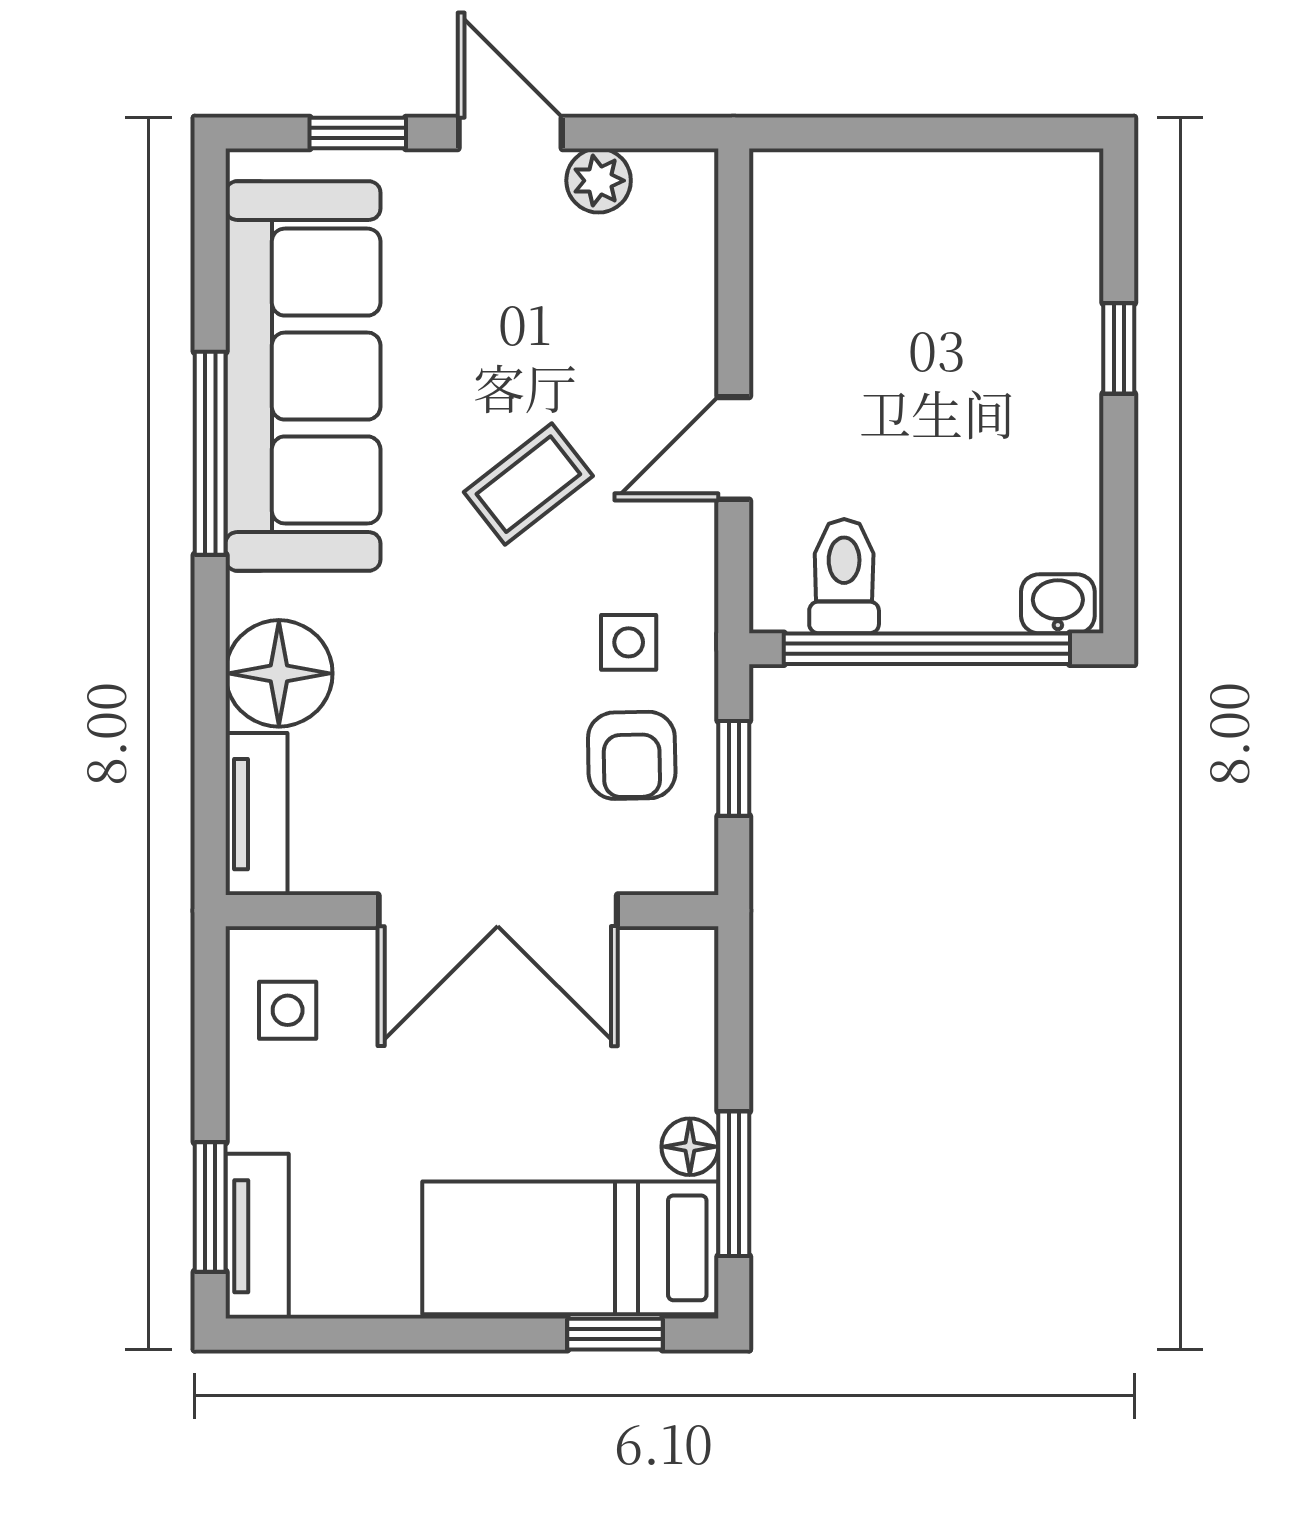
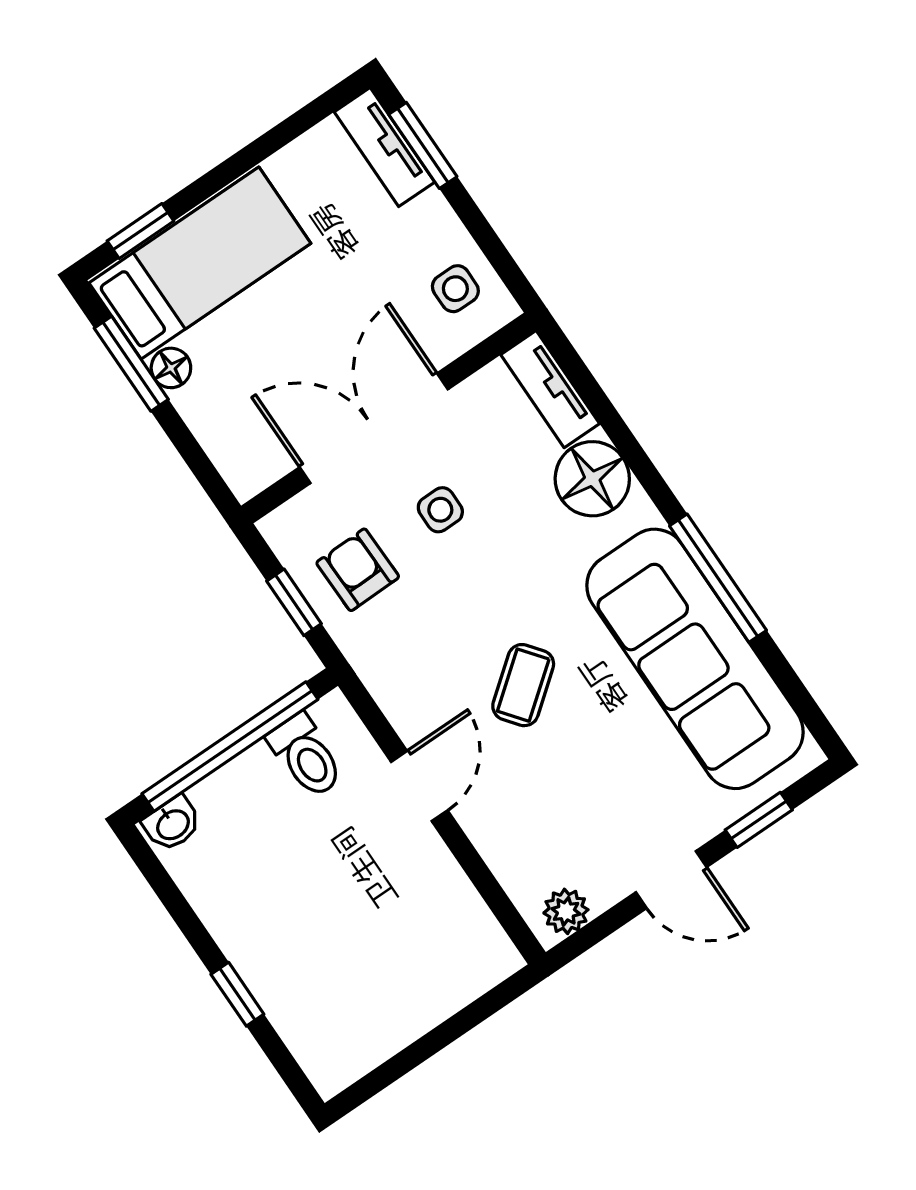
plant: (599, 181) -> (566, 911), moved
side table: (629, 642) -> (440, 510), moved

